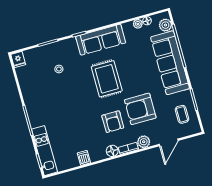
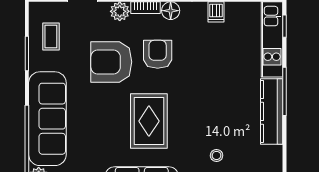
kitchen counter: (32, 106) -> (272, 111), added
armchair: (140, 109) -> (111, 62), turned 180

